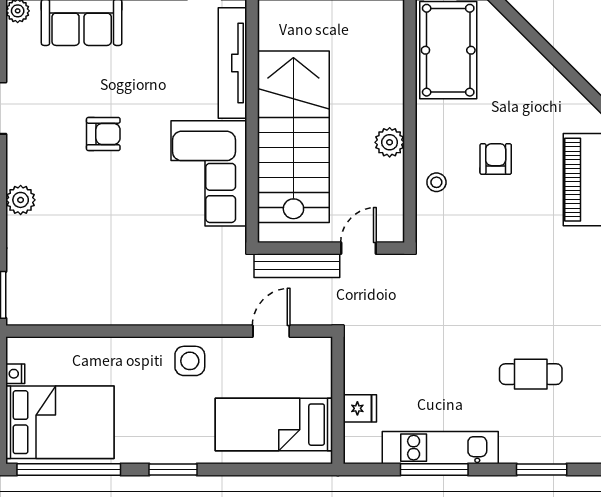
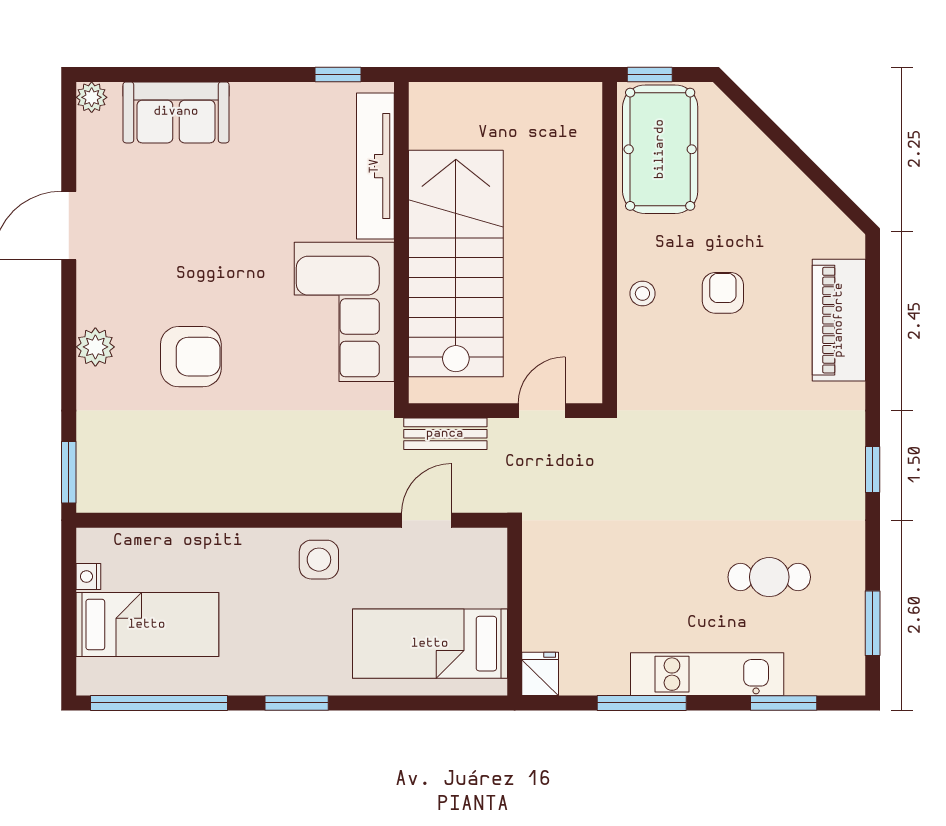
armchair: (103, 134) -> (191, 357), moved, width x1.38, depth x1.38
plant: (390, 142) -> (583, 271), removed
stool: (436, 182) -> (642, 293), moved
bench: (297, 266) -> (445, 434), width x0.73
fridge: (360, 408) -> (540, 674), moved, turned -90
bed: (60, 422) -> (147, 625), width x0.67
kitchen unit: (440, 448) -> (707, 674), moved

